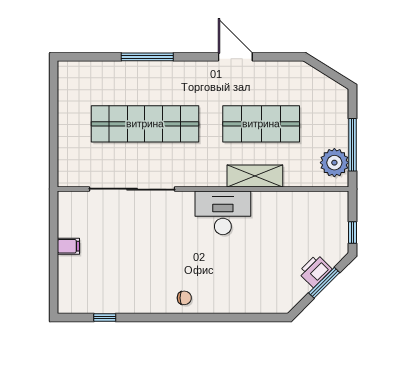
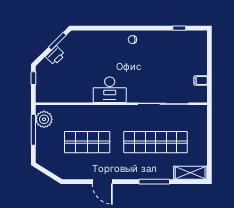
shelving: (255, 176) -> (190, 173), moved
filing cabinet: (68, 246) -> (201, 80), moved
window: (324, 283) -> (57, 41), moved

